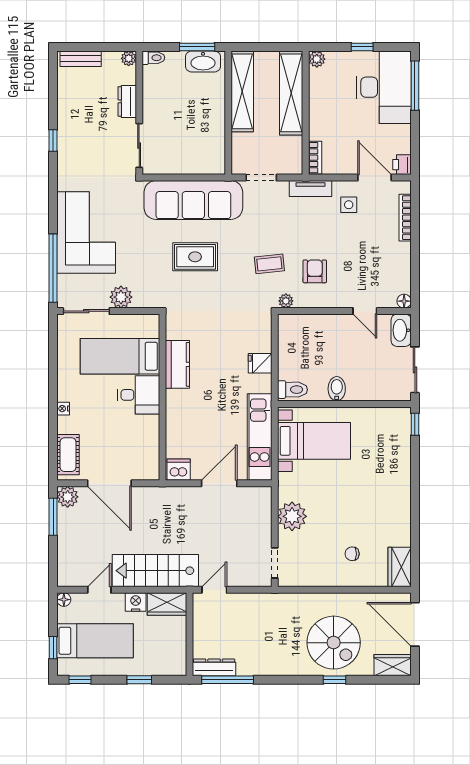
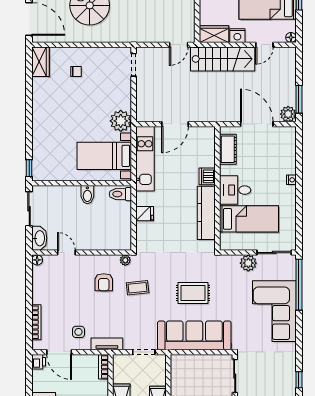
kitchen counter: (177, 364) -> (206, 213), width x1.50
cot: (68, 455) -> (228, 149), moved
dishwasher: (179, 470) -> (207, 176), moved, turned 90
plant: (292, 516) -> (121, 121), moved

